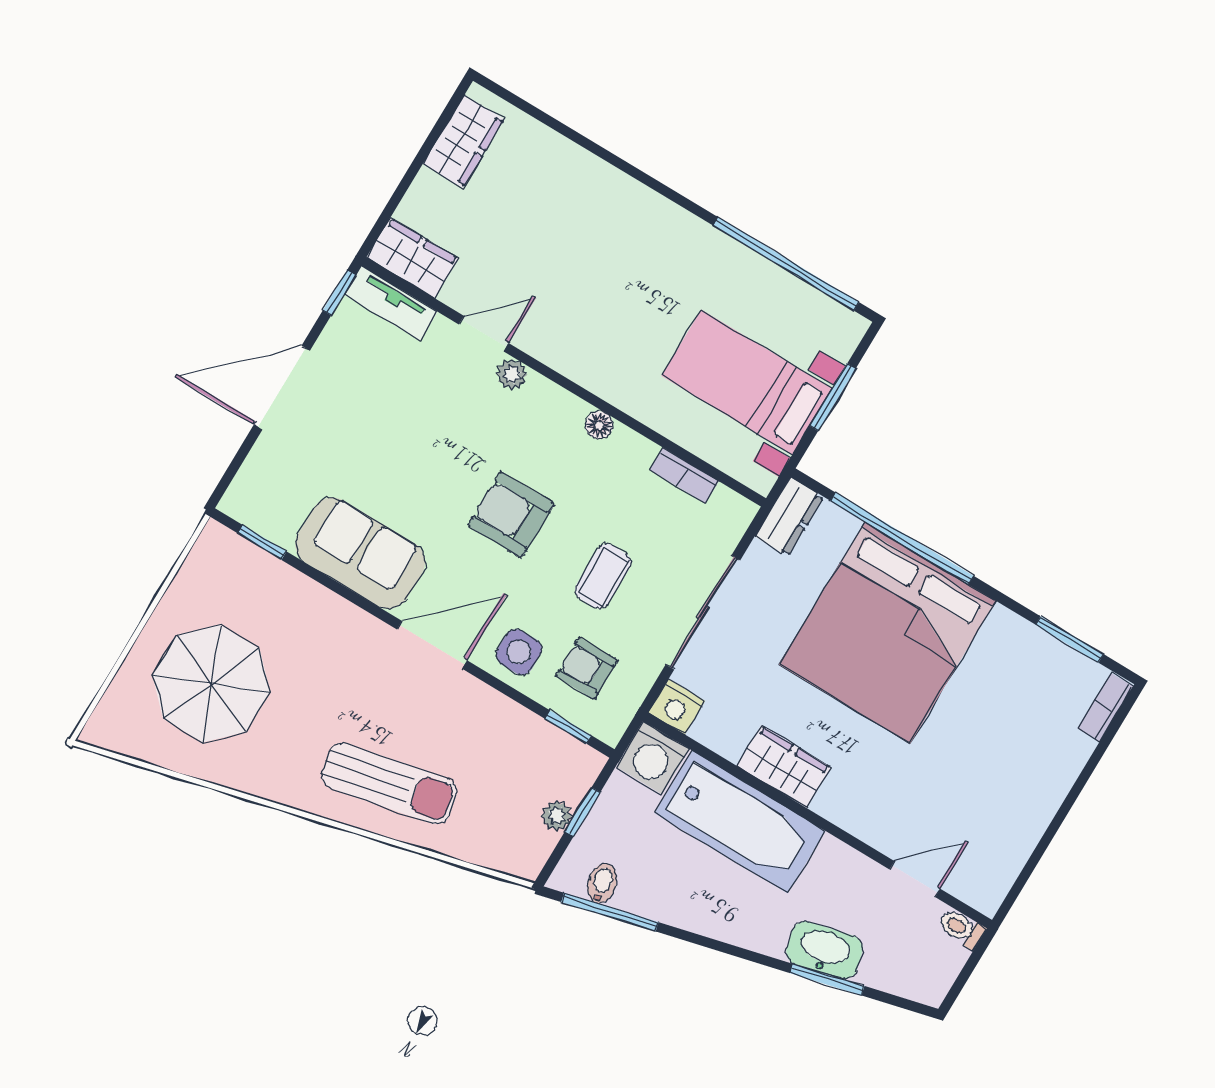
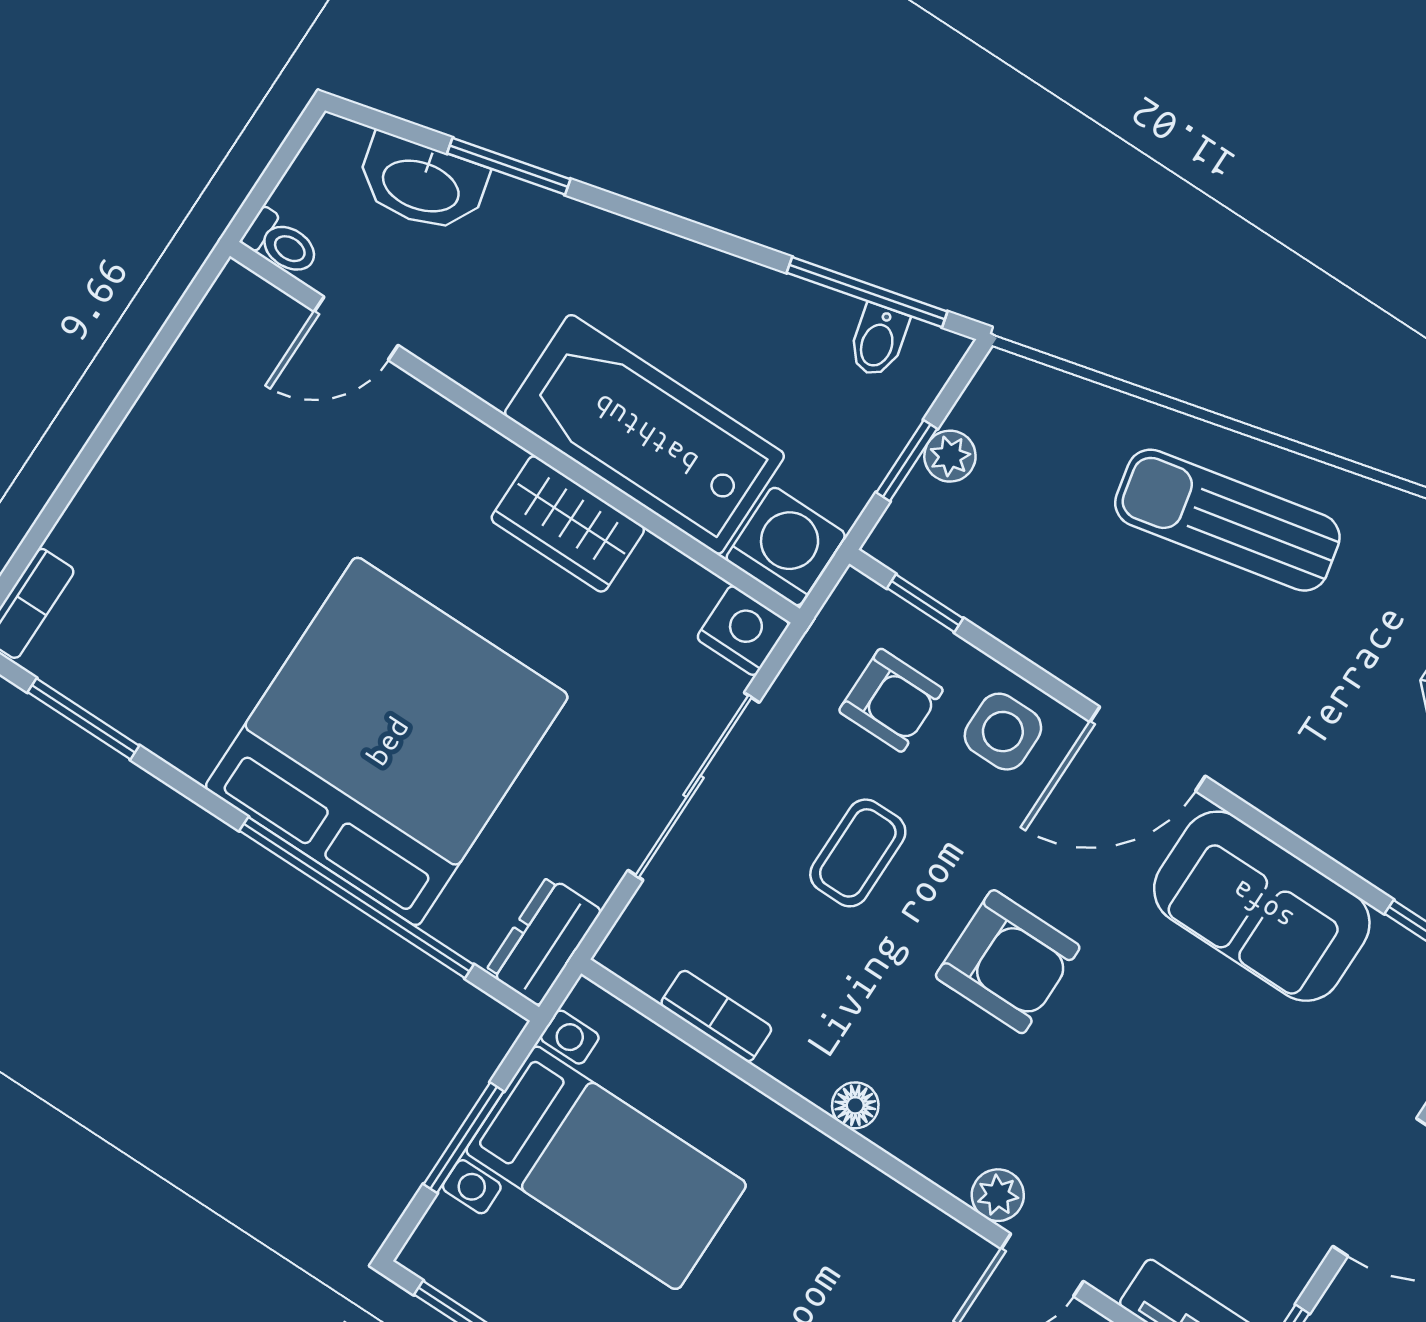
washbasin: (825, 950) -> (421, 184), moved

